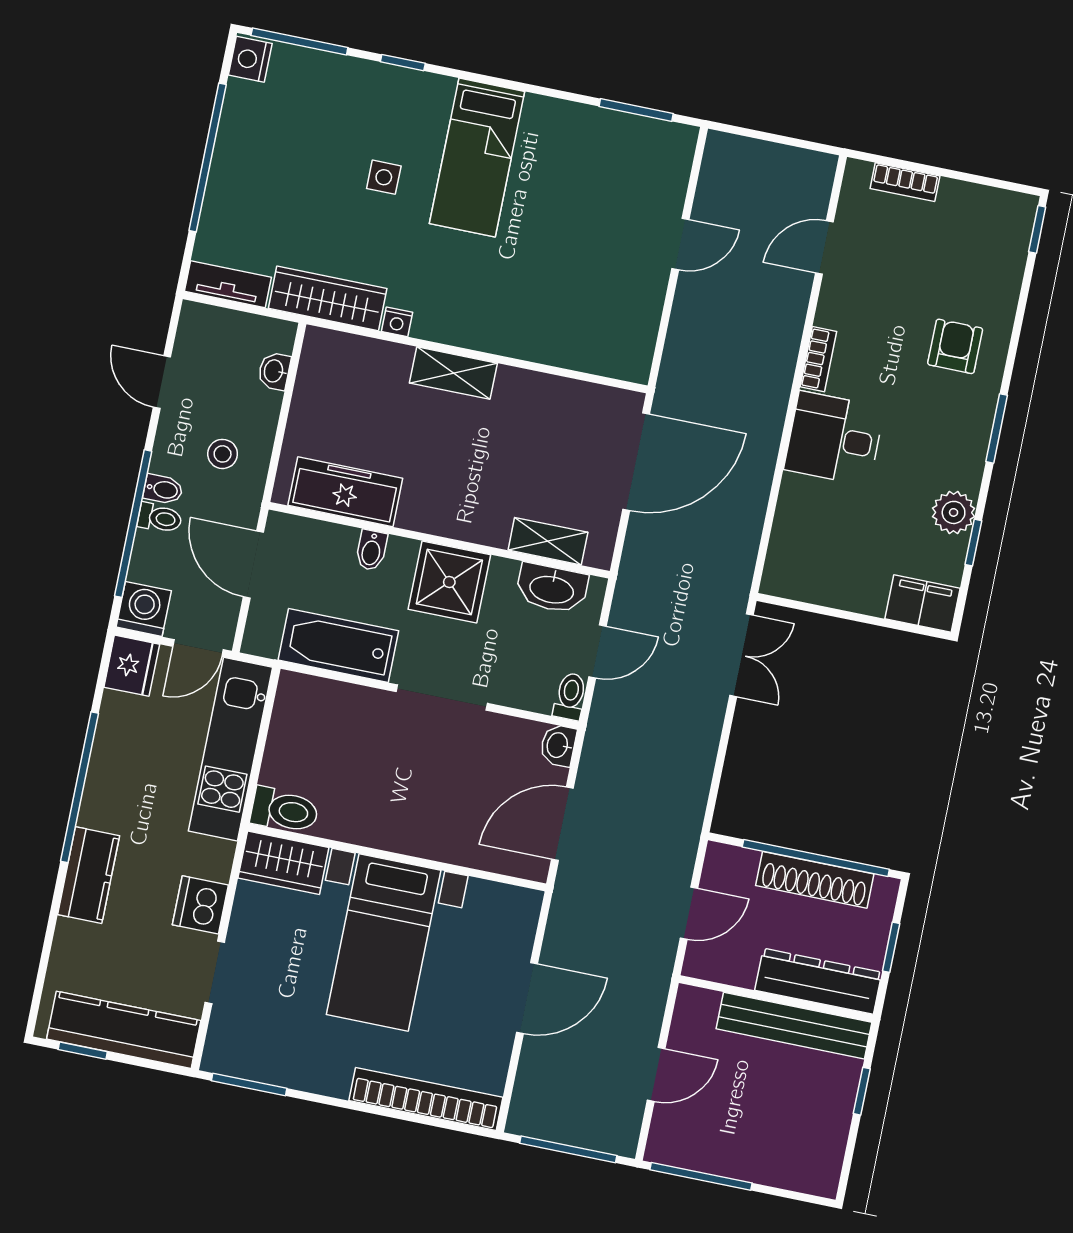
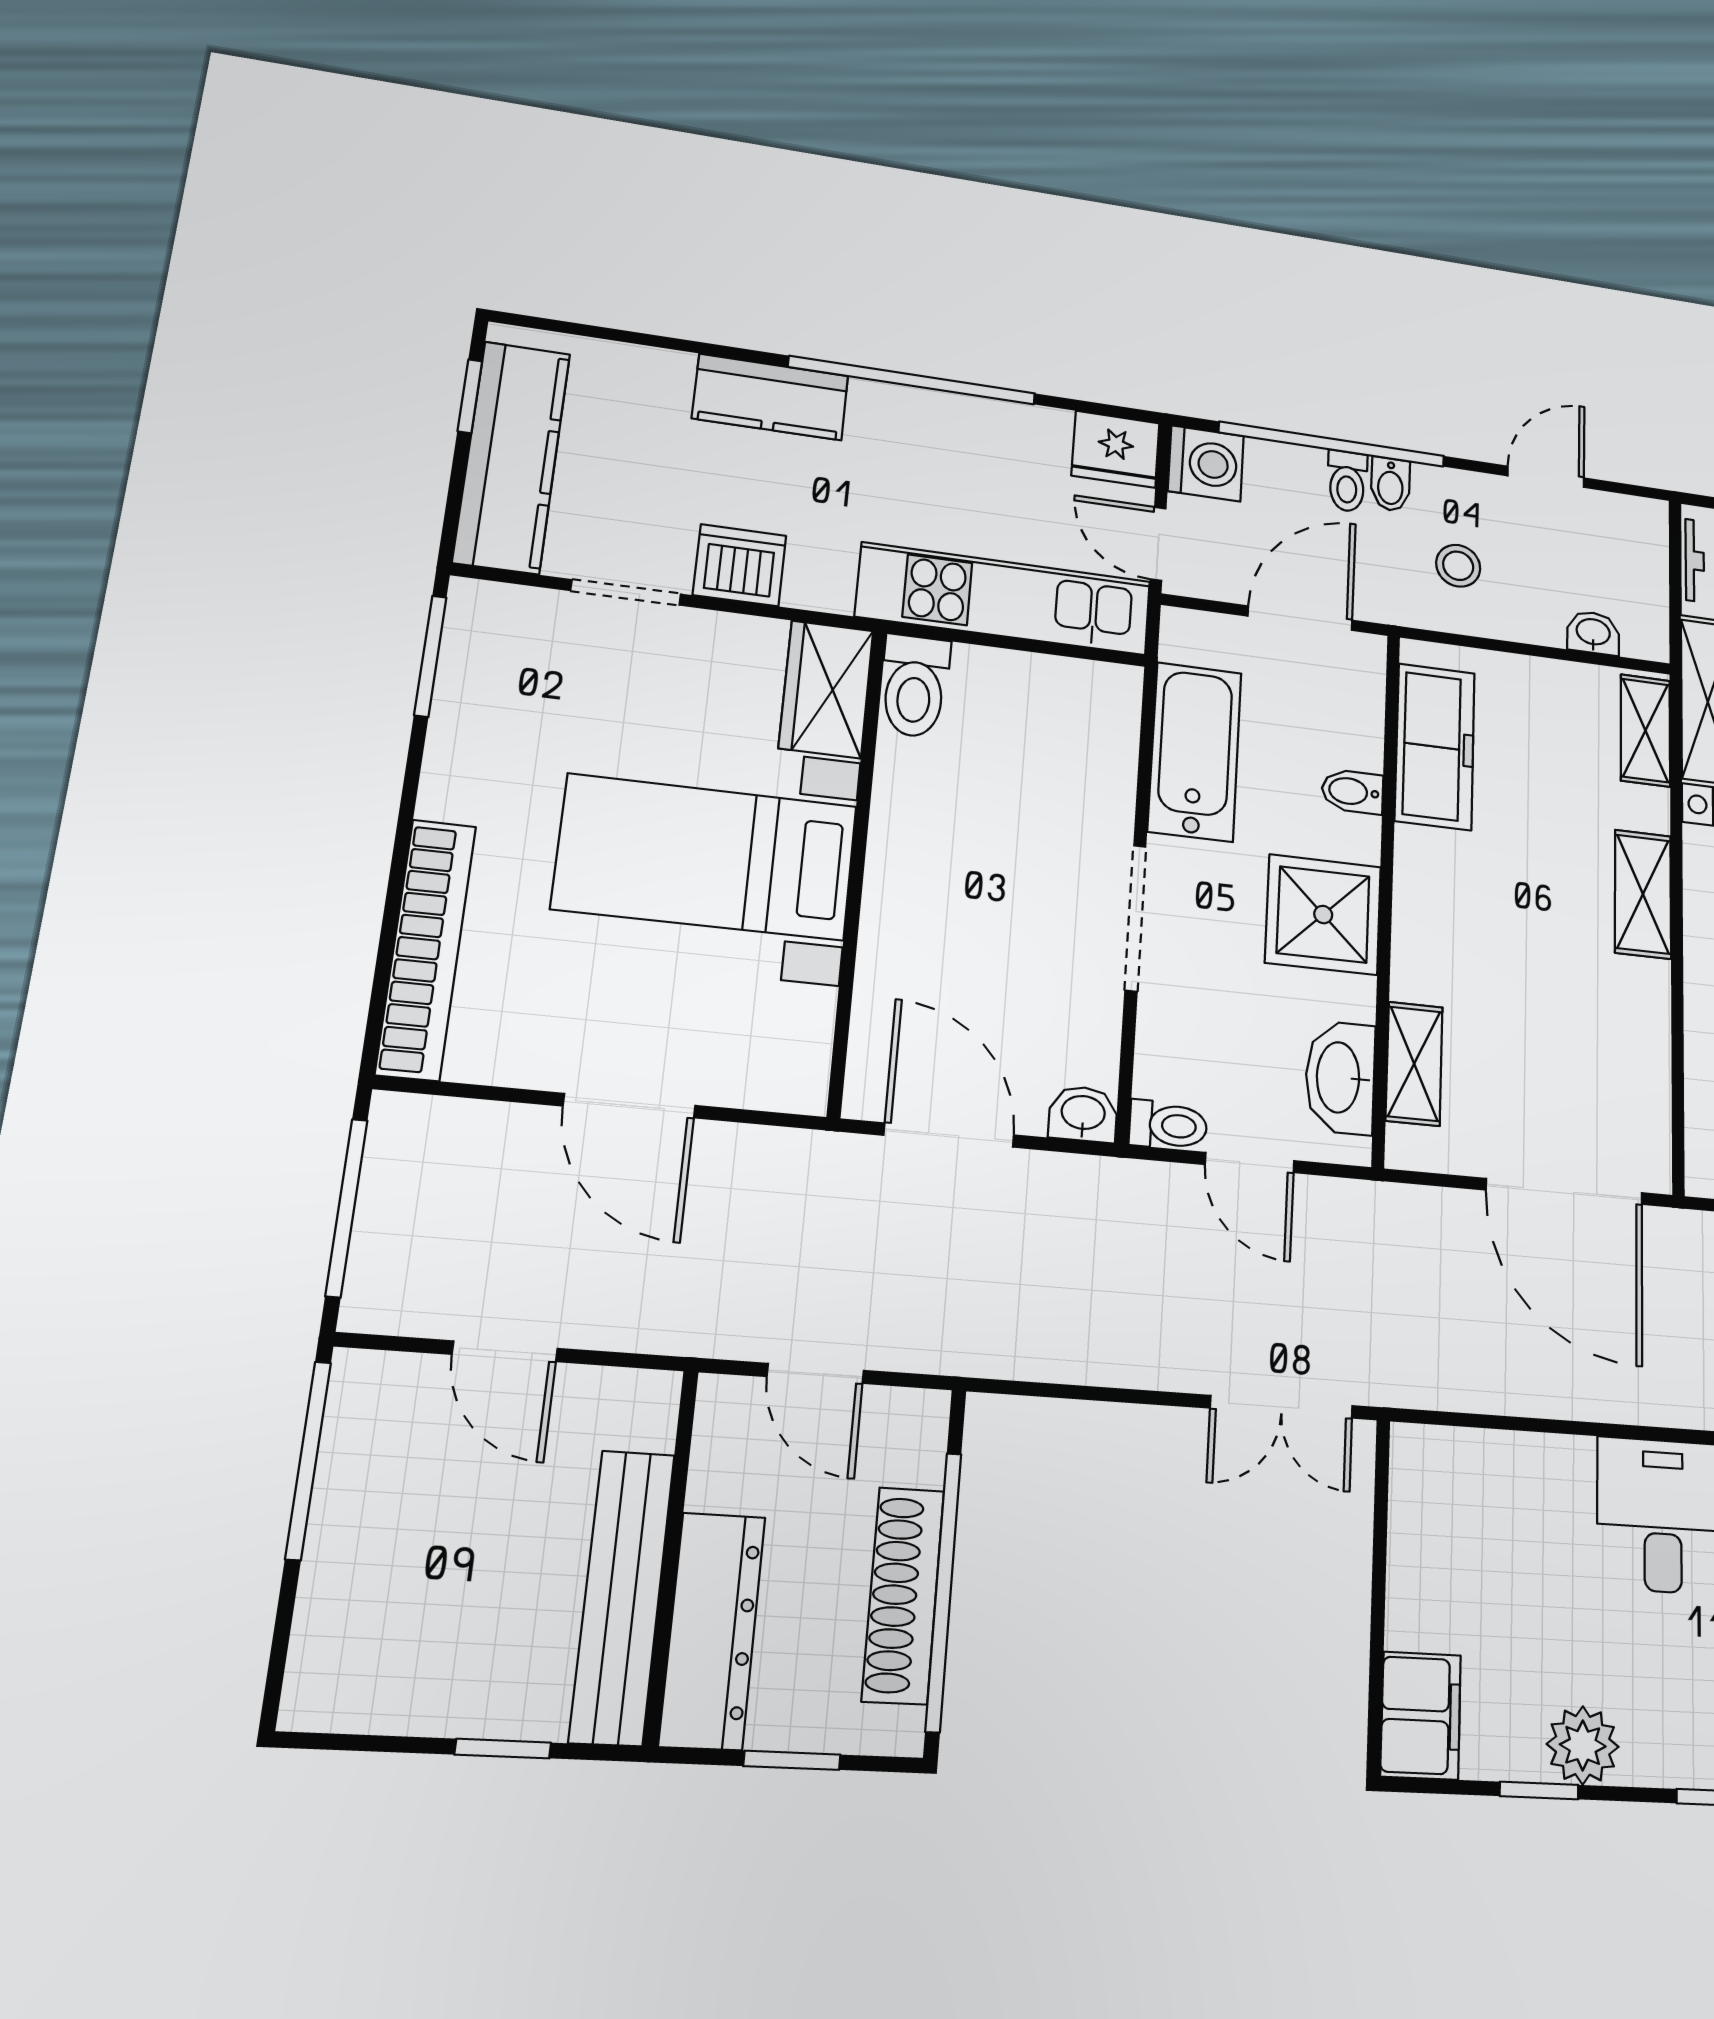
shelving: (344, 349) -> (1645, 730), added

